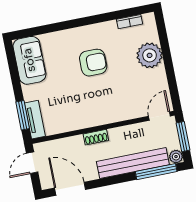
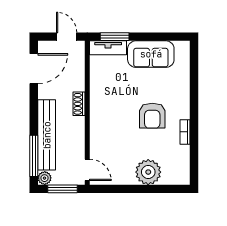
bookcase: (129, 22) -> (185, 132), moved
sofa: (29, 60) -> (151, 54), moved

